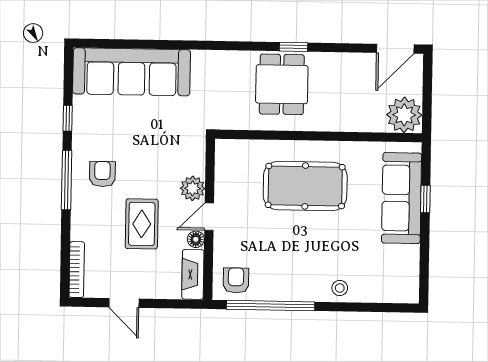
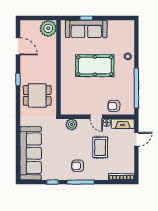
door: (395, 49) -> (18, 46), moved
dining table: (282, 84) -> (37, 95), moved
pool table: (305, 186) -> (95, 66), moved, turned 90
plant: (193, 188) -> (72, 124), moved
rug: (142, 224) -> (100, 147), turned 90
armchair: (236, 280) -> (114, 106), moved
door: (124, 303) -> (136, 139), moved

